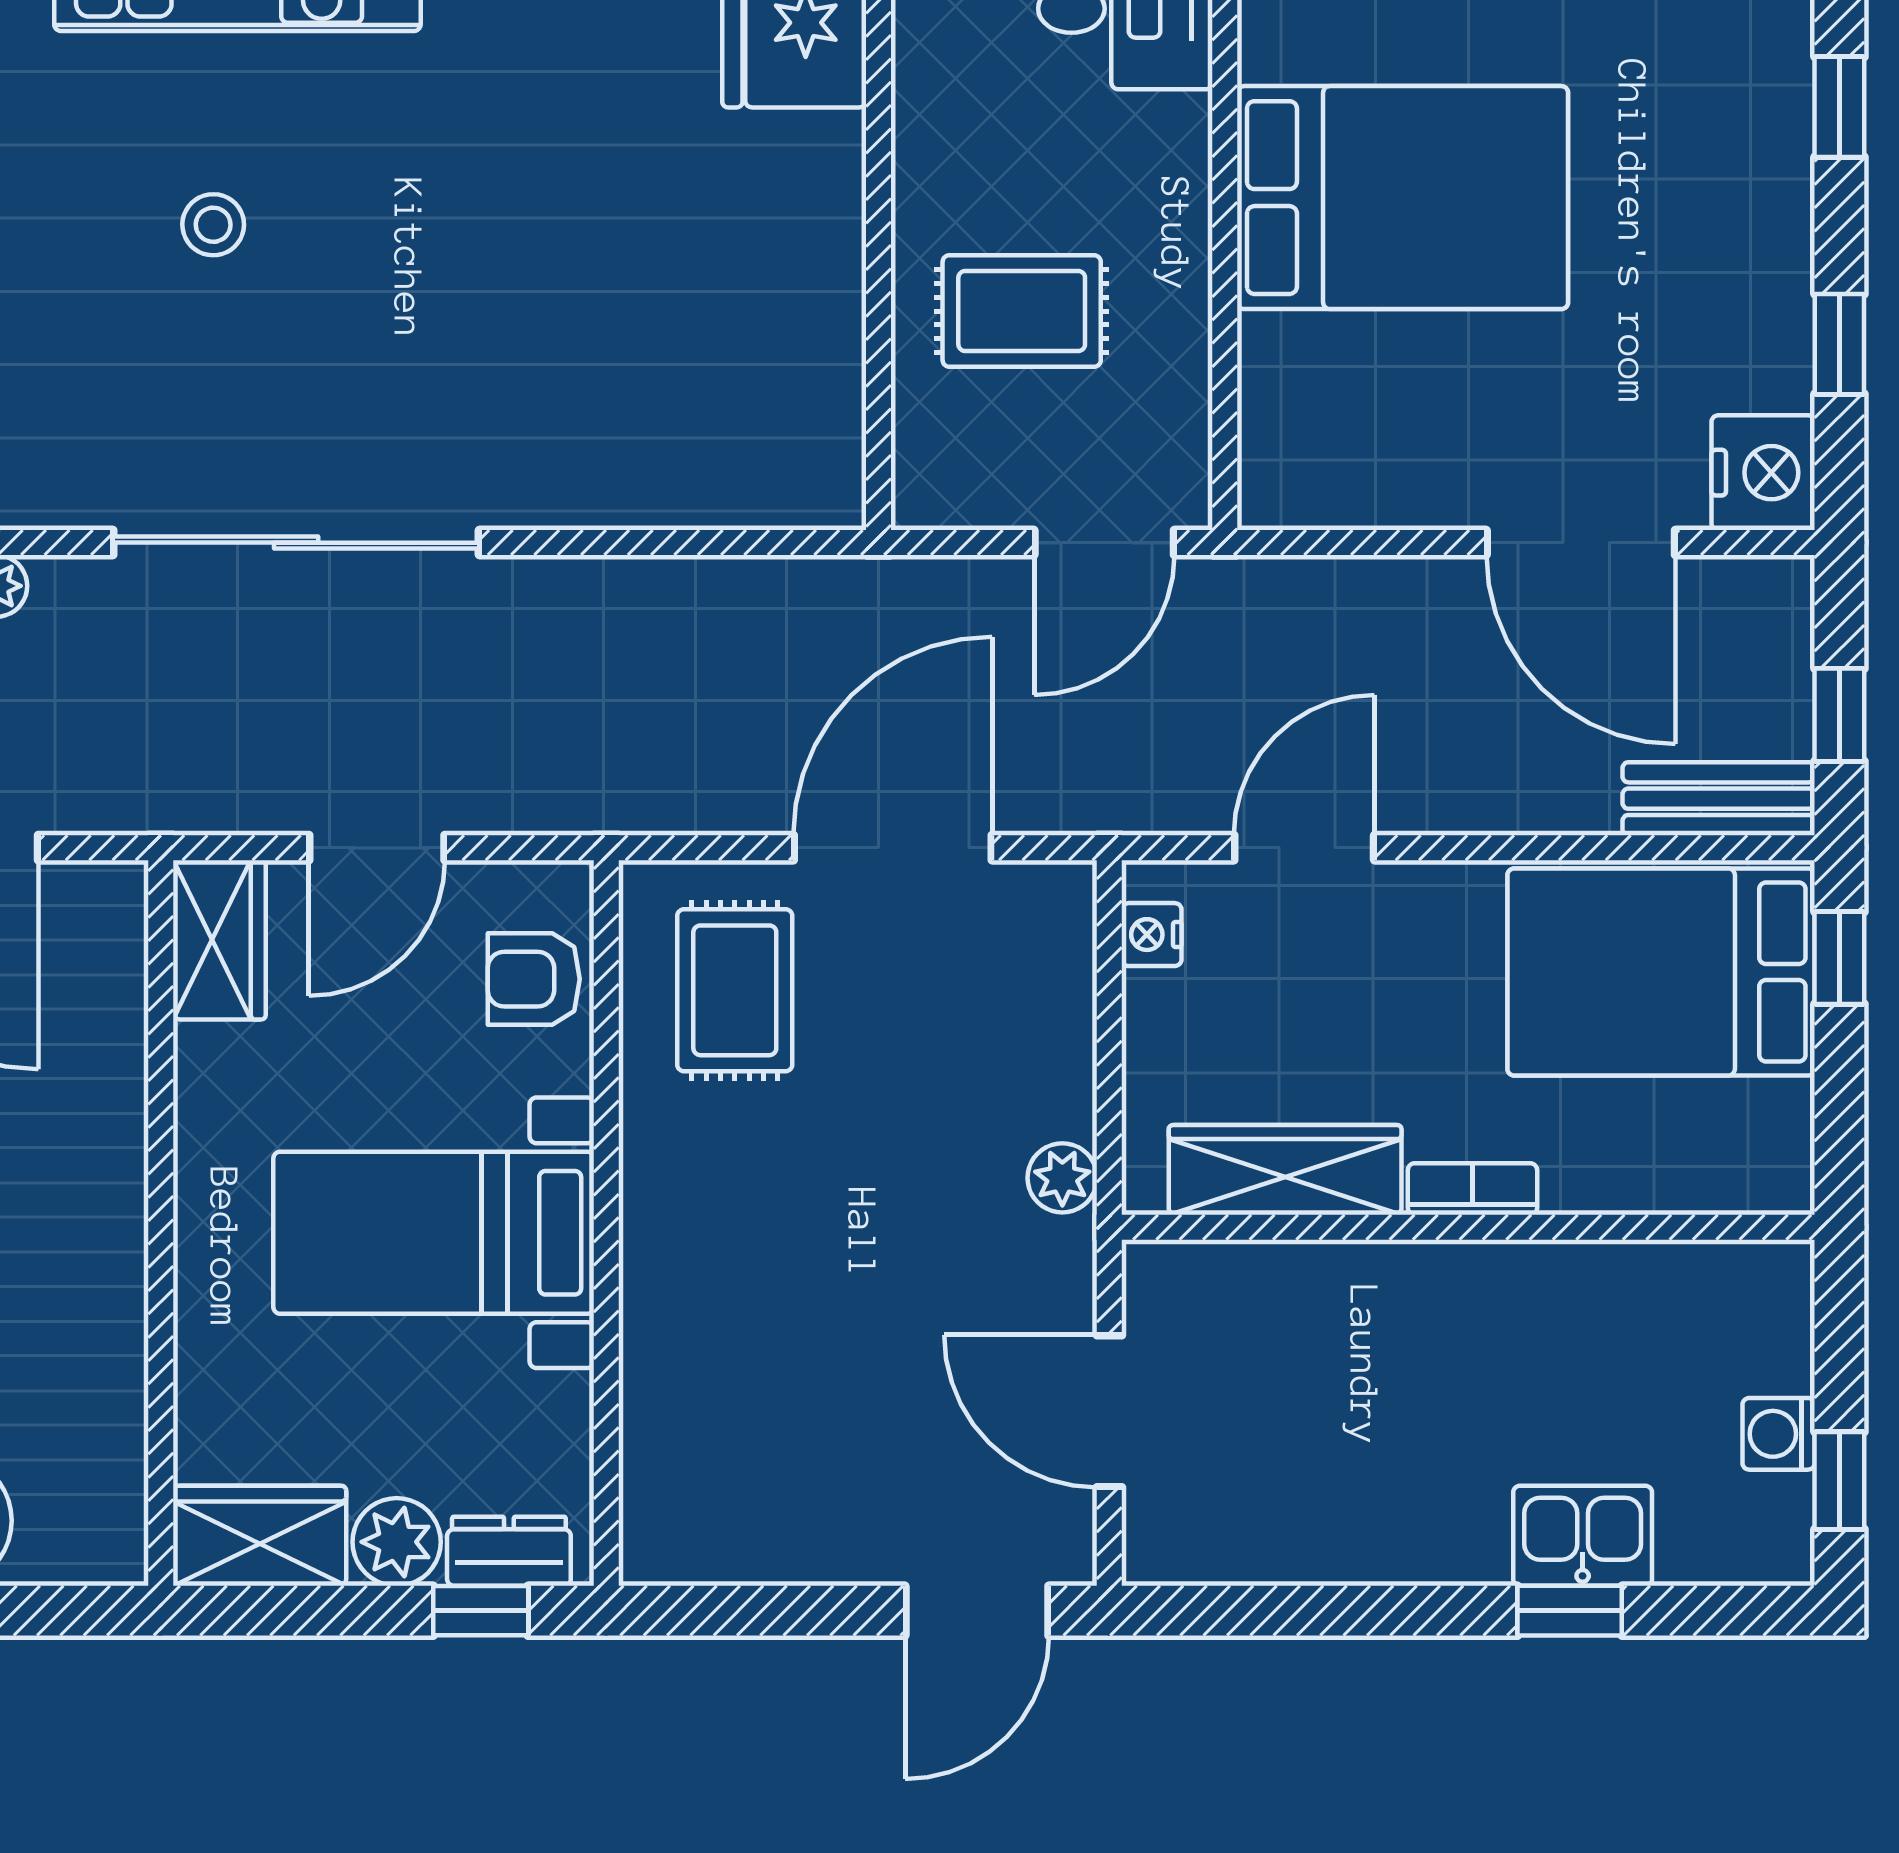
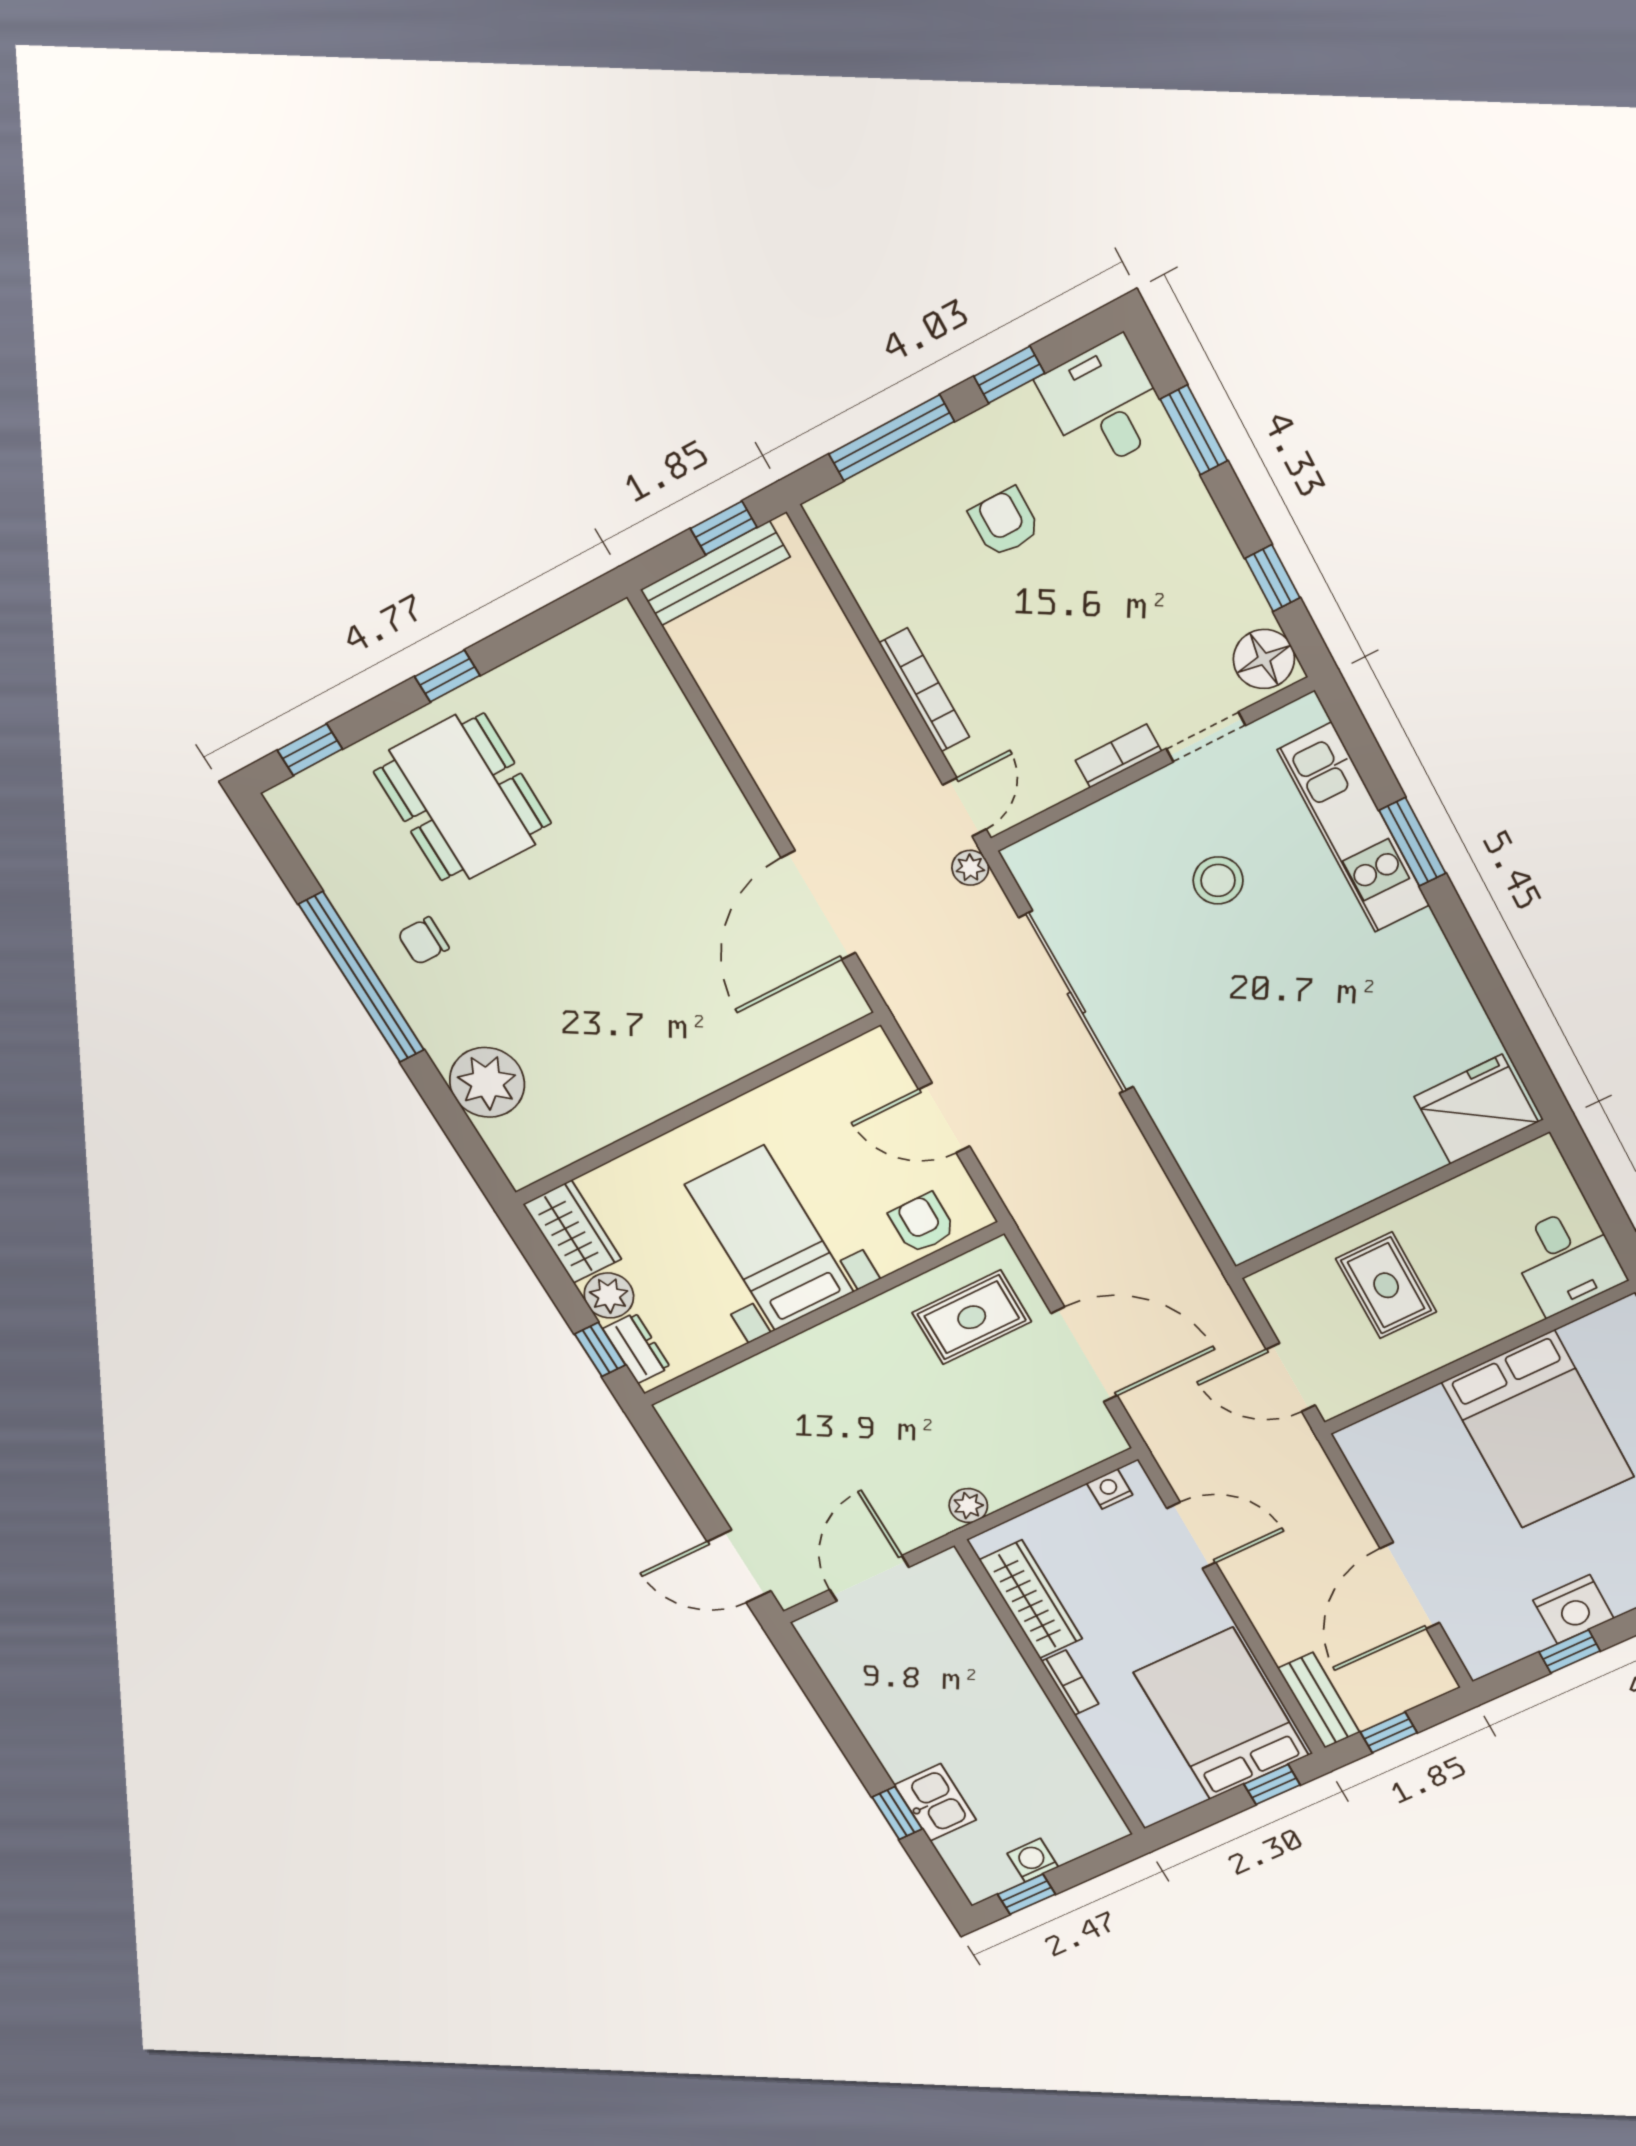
stool: (213, 225) -> (1218, 880), width x1.37, depth x1.37
nightstand: (1763, 473) -> (1573, 1609), moved
wardrobe: (219, 940) -> (854, 1066), removed

